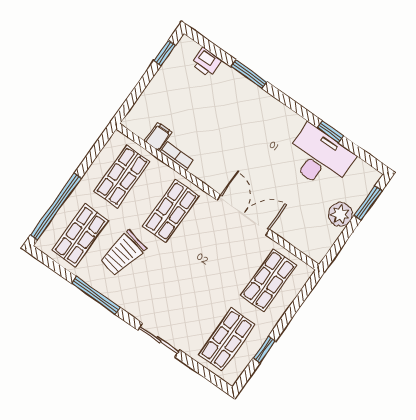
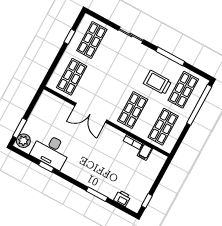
plant: (340, 214) -> (23, 141), moved
trolley: (123, 253) -> (157, 83), turned -101

